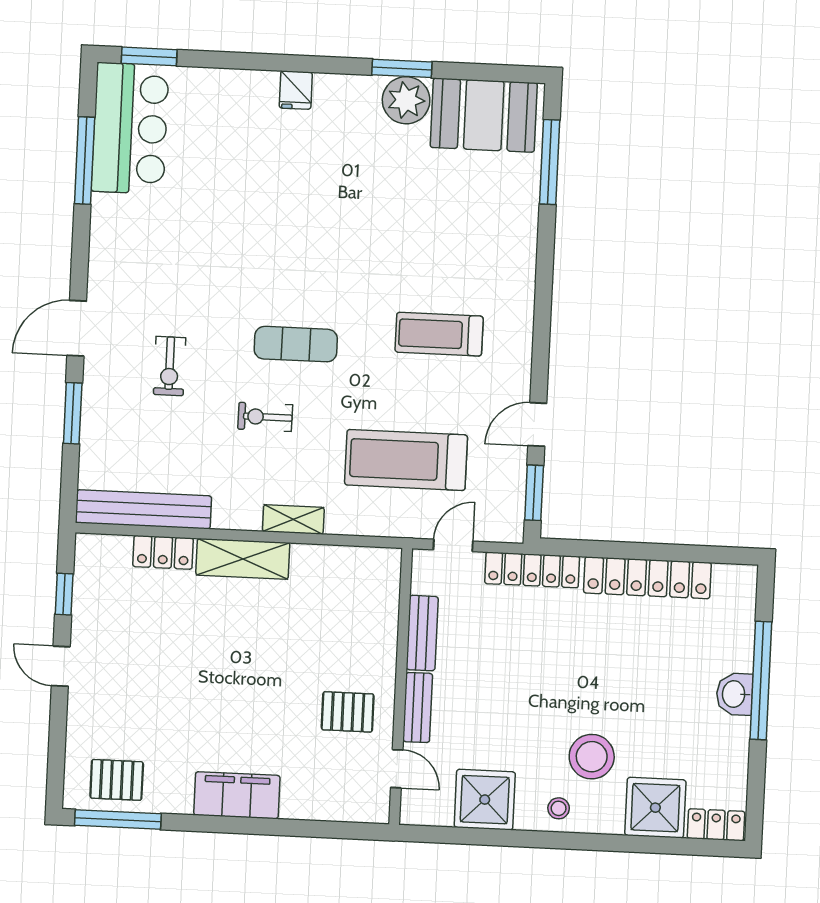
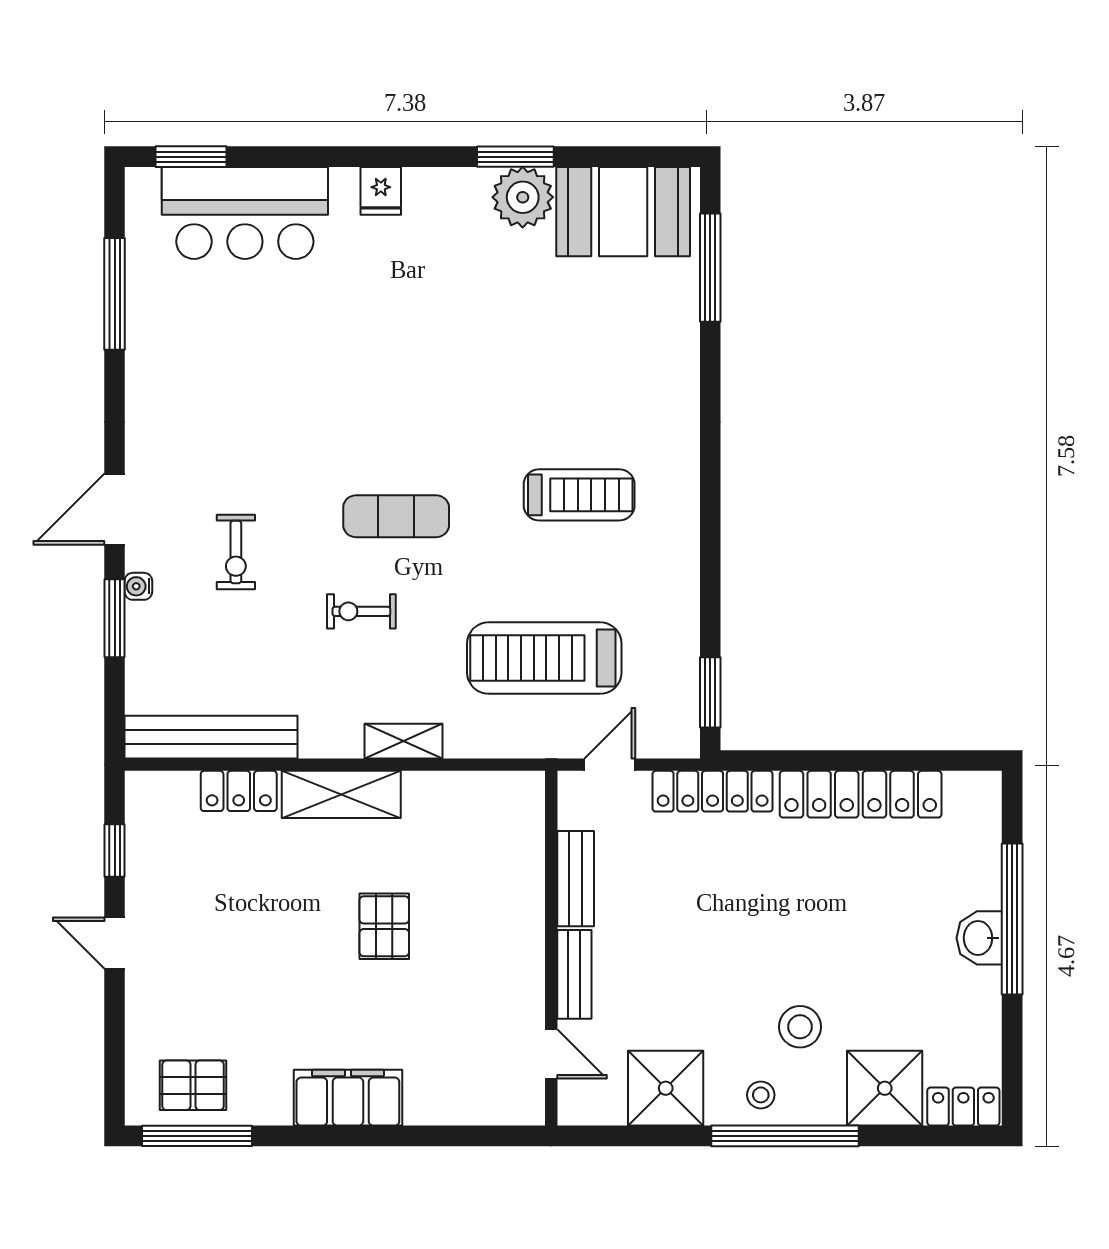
bar counter: (130, 128) -> (245, 213), moved, turned 90
treadmill: (439, 334) -> (579, 495), turned 180
water cooler: (92, 389) -> (138, 586), added
door: (537, 424) -> (710, 605), removed
pallet: (348, 712) -> (384, 926), moved, turned 90
stool: (592, 757) -> (800, 1027), width x0.73, depth x0.73
window: (576, 841) -> (785, 1136), added

